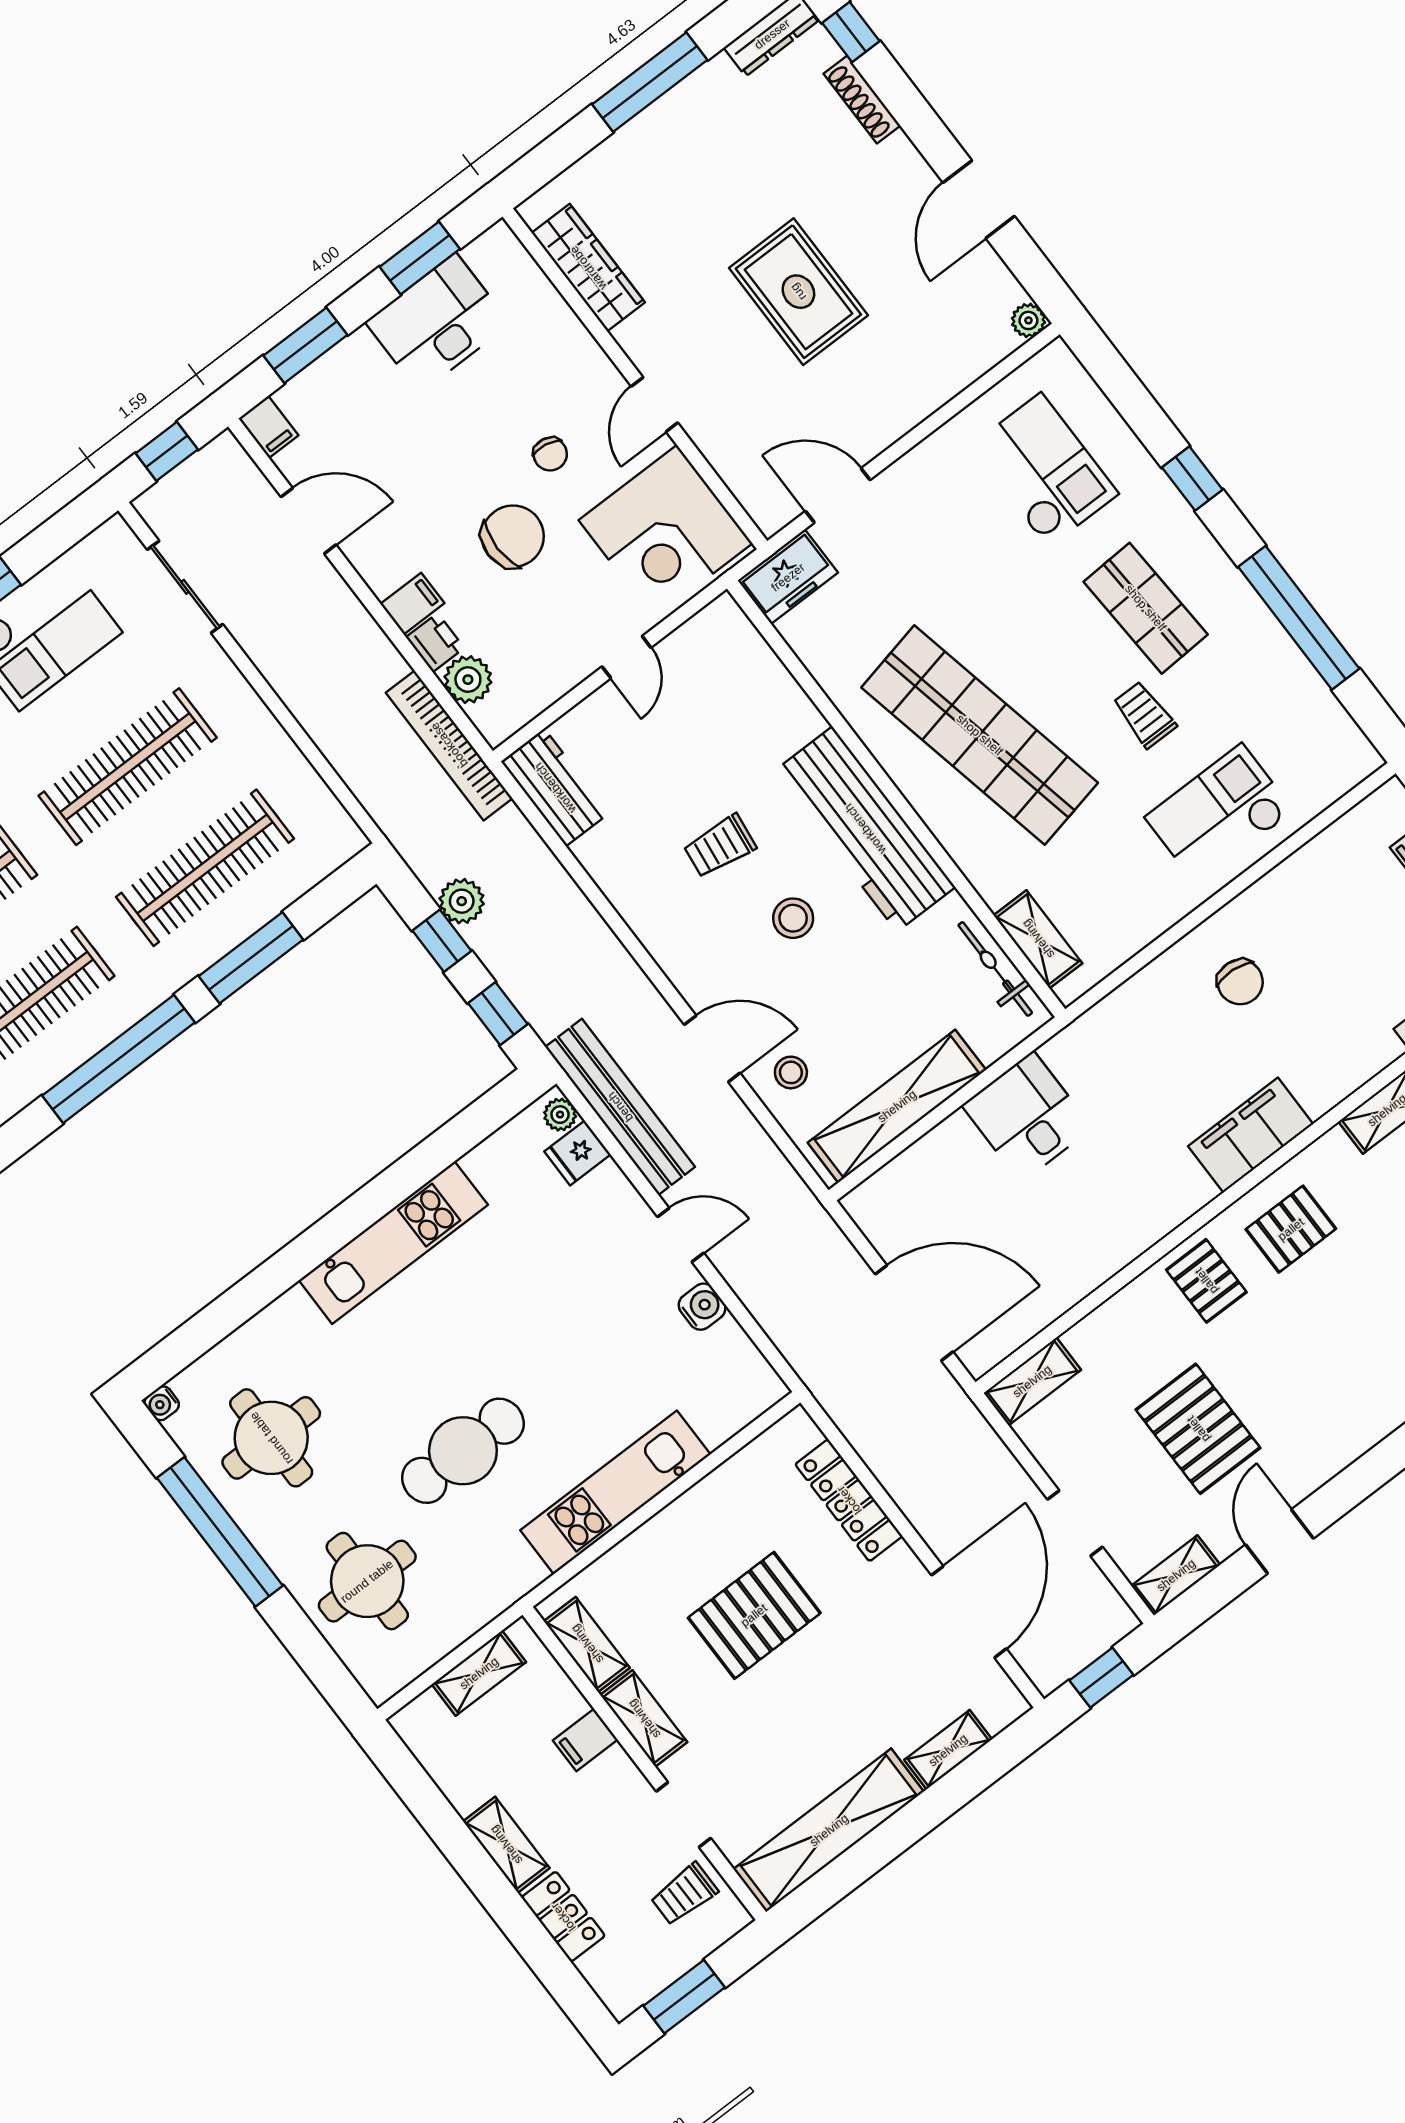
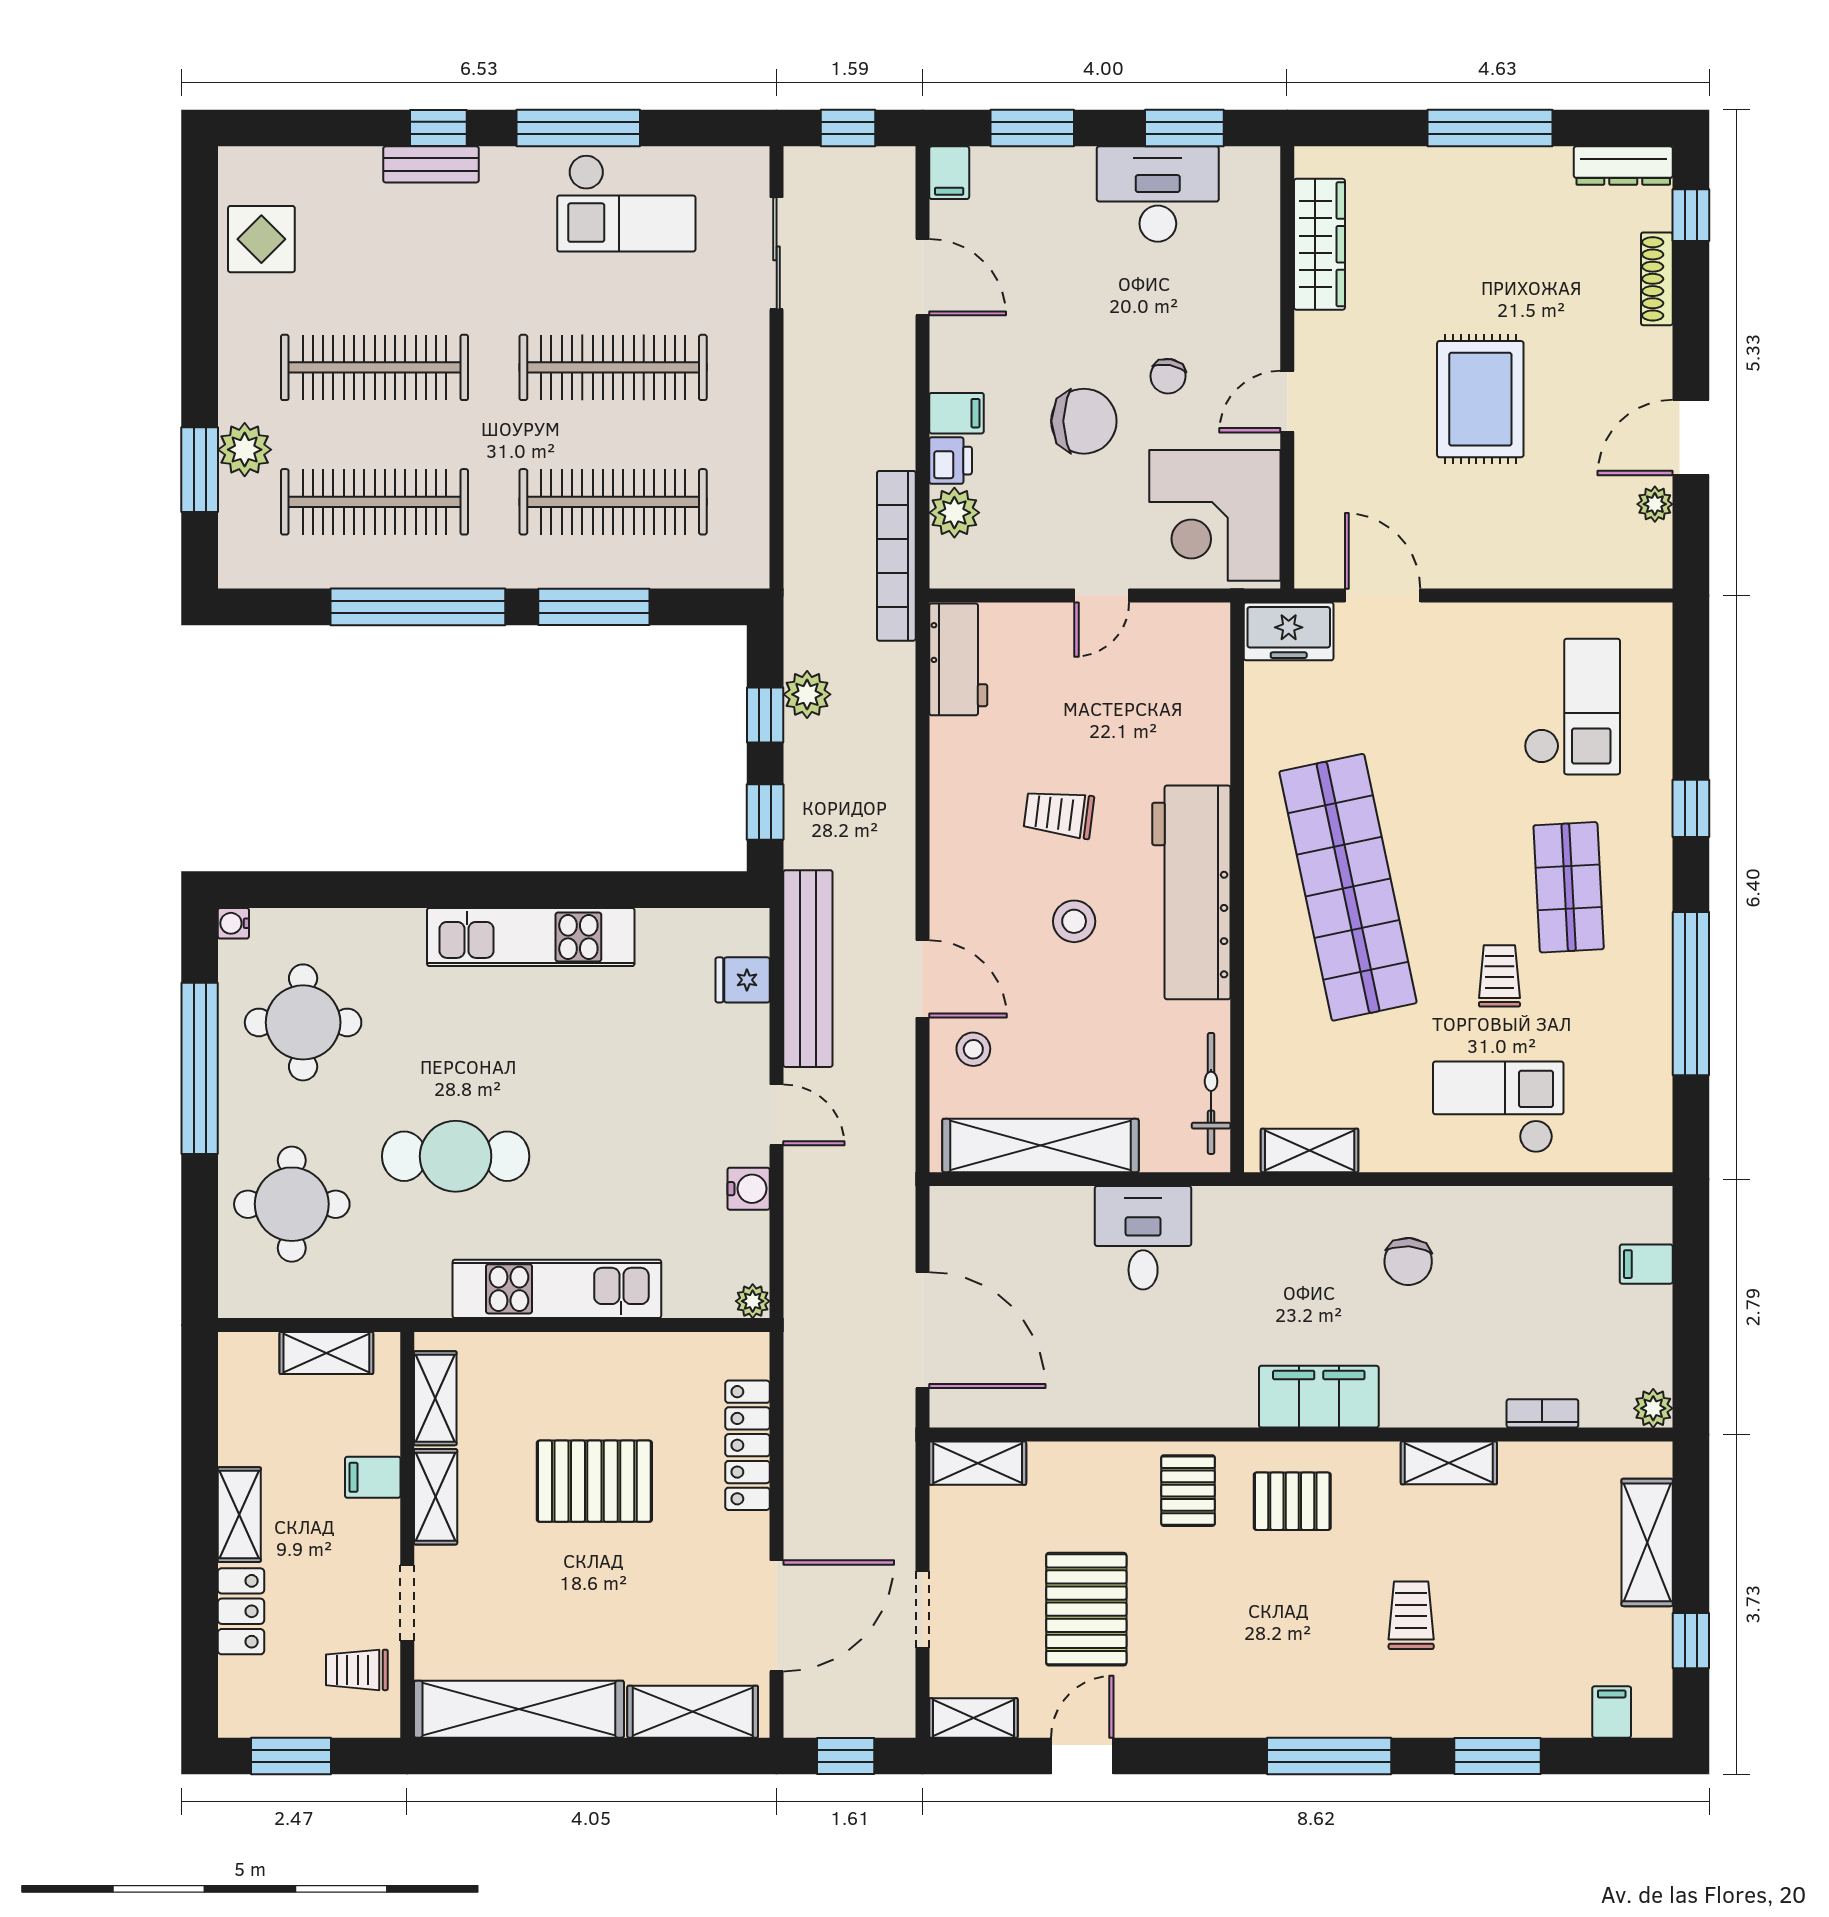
plant: (1028, 320) -> (1655, 504), moved
shelving: (1038, 939) -> (1310, 1150), moved, turned 90
plant: (560, 1115) -> (753, 1301), moved
shelving: (948, 1750) -> (693, 1712), width x1.50, depth x1.33

